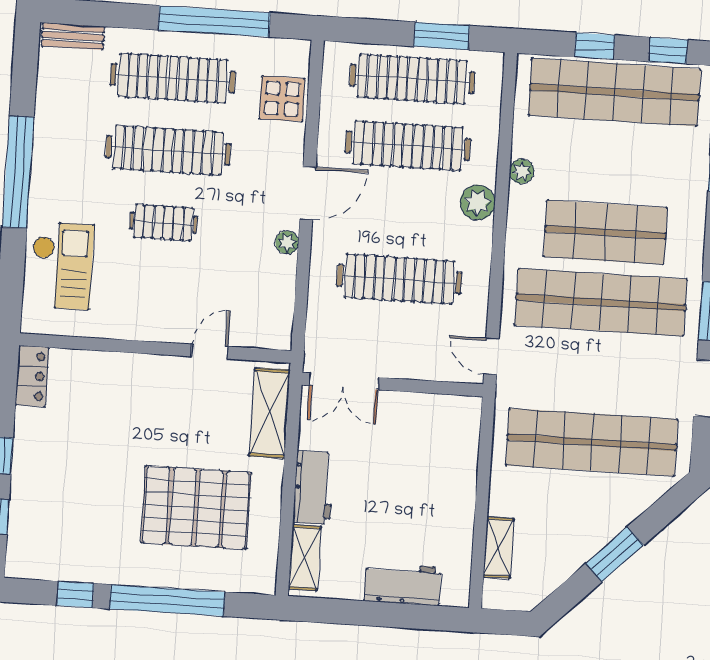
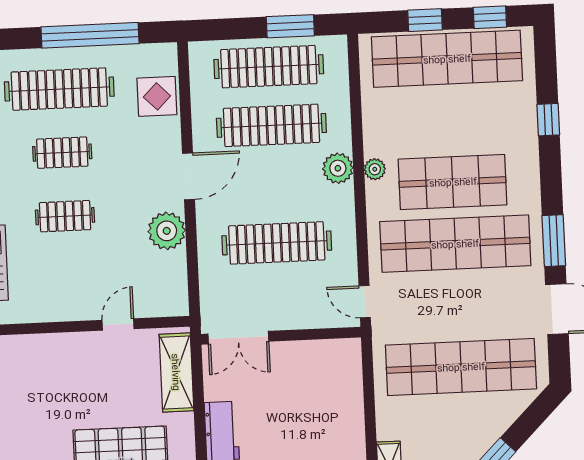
clothes rail: (168, 150) -> (62, 153), width x0.54, depth x0.76
plant: (522, 171) -> (375, 169), moved
plant: (287, 242) -> (167, 231), width x1.88, depth x1.88

